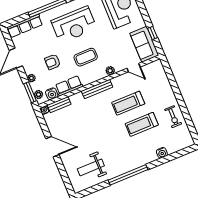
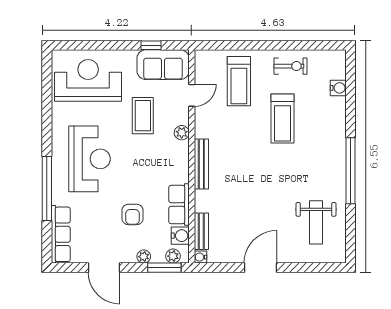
coffee table: (86, 57) -> (143, 116), moved
treadmill: (128, 103) -> (239, 81), moved
water cooler: (162, 153) -> (338, 88), moved

